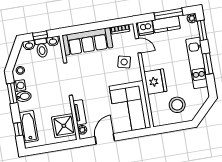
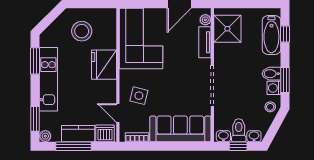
window: (208, 64) -> (35, 61), moved

